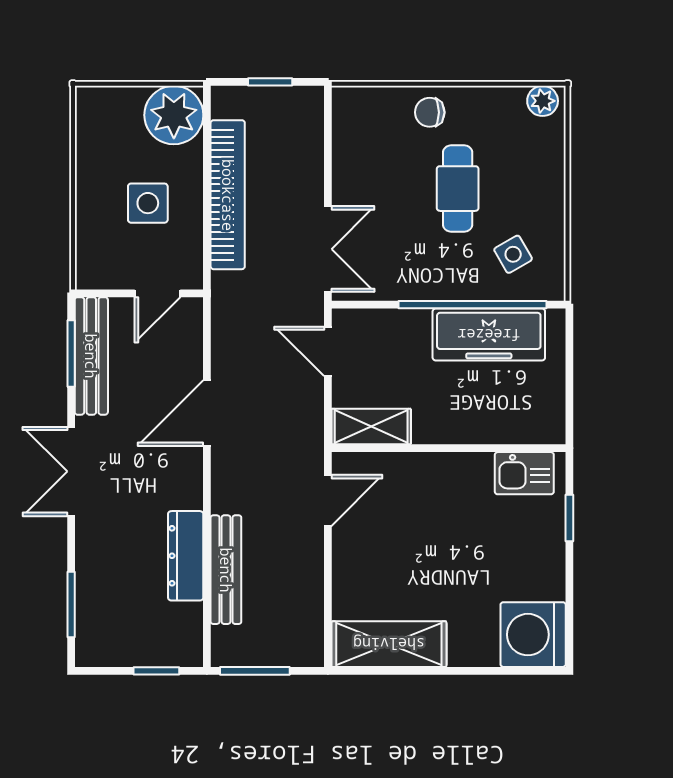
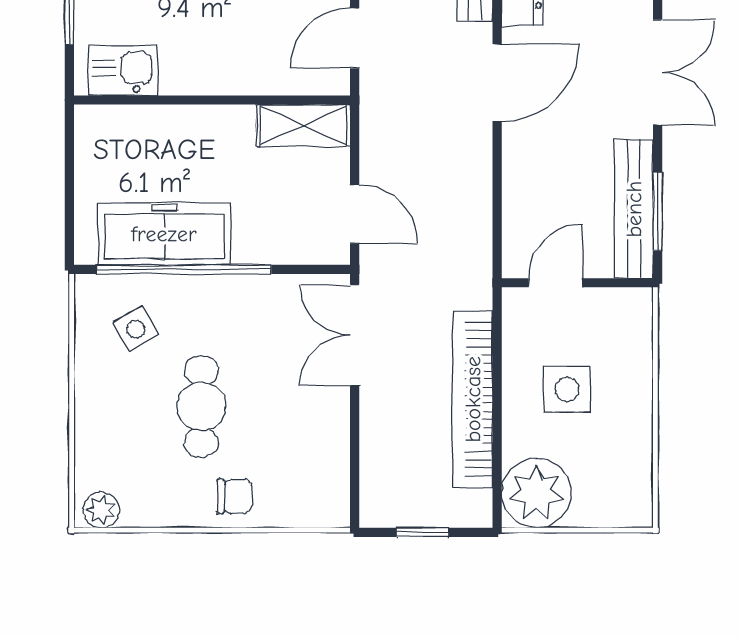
door: (207, 413) -> (497, 83), moved

